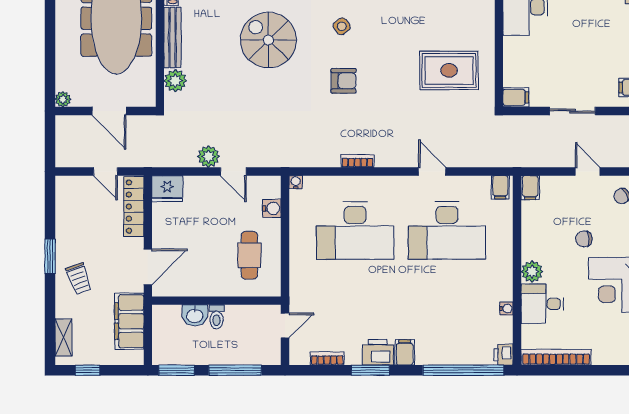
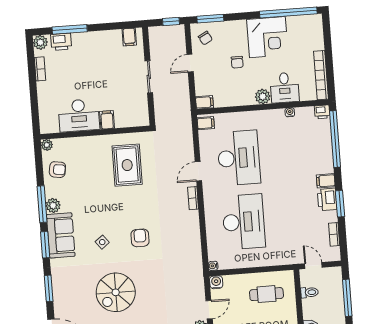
filing cabinet: (516, 97) -> (107, 120), moved
bookcase: (357, 161) -> (193, 198), moved
water cooler: (272, 208) -> (216, 282), moved
toilet: (217, 317) -> (309, 292), moved

